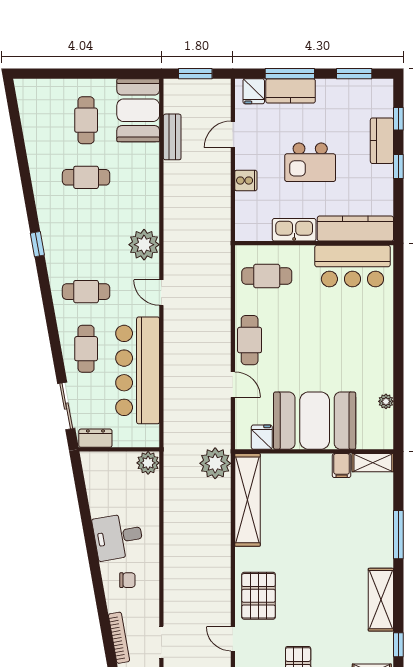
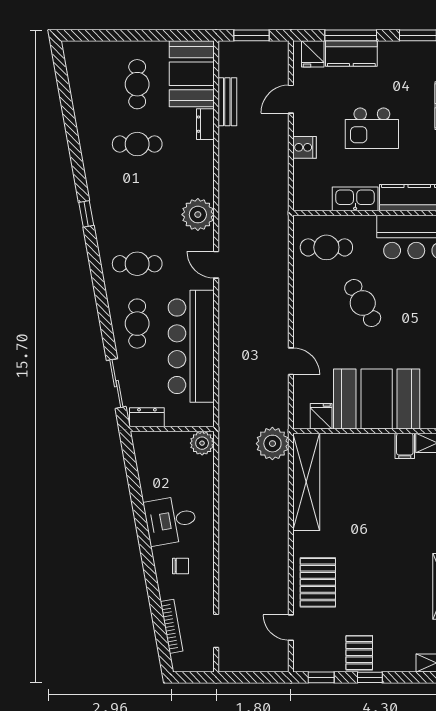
dresser: (151, 158) -> (205, 124), added
cafe table: (250, 340) -> (363, 303), moved, turned -31

